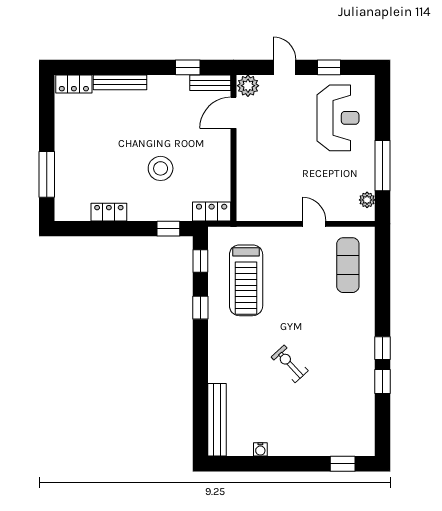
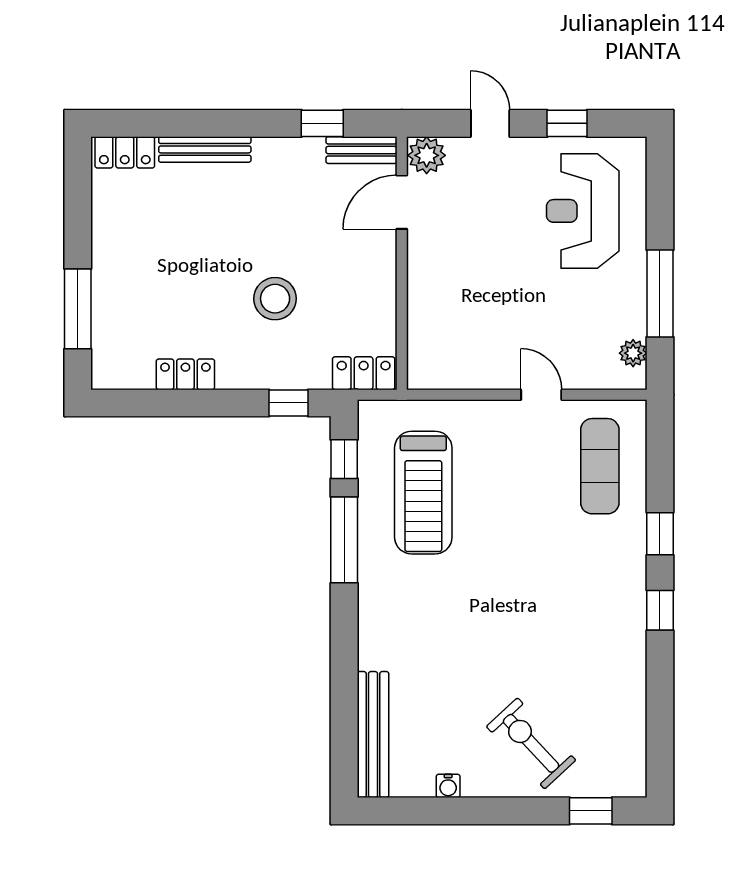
reception desk: (338, 118) -> (583, 211), turned 180
window: (200, 308) -> (344, 540), width x2.17
exercise bike: (290, 364) -> (531, 743), moved, width x1.38, depth x1.39
window: (382, 382) -> (660, 534), moved

